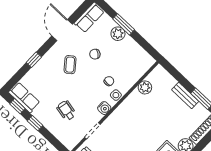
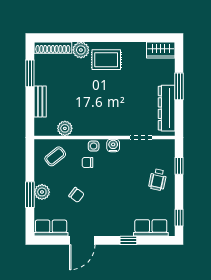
coffee table: (70, 65) -> (55, 156), moved
bench: (185, 96) -> (40, 102), moved
row of seats: (24, 97) -> (151, 228), moved, turned 90
wheelchair: (66, 110) -> (158, 180), moved
window: (35, 123) -> (179, 166), moved

